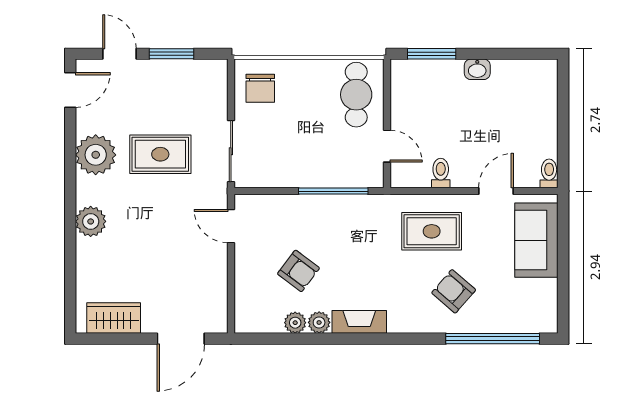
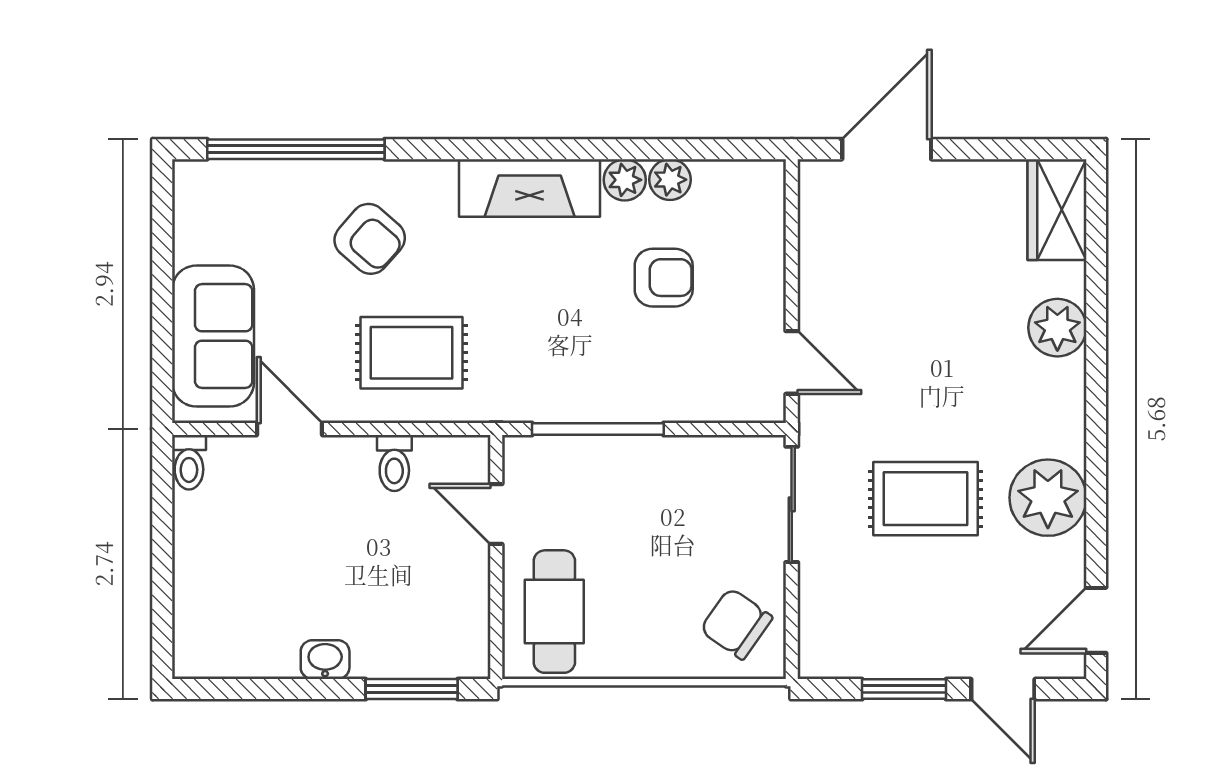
chair: (260, 88) -> (736, 624), turned -55
door: (496, 191) -> (289, 429), swing flipped
plant: (91, 221) -> (1057, 328), moved
armchair: (298, 271) -> (664, 278), turned 143
wardrobe: (114, 318) -> (1057, 210), moved, turned 90
fireplace: (359, 322) -> (530, 188), width x1.37, depth x1.32

